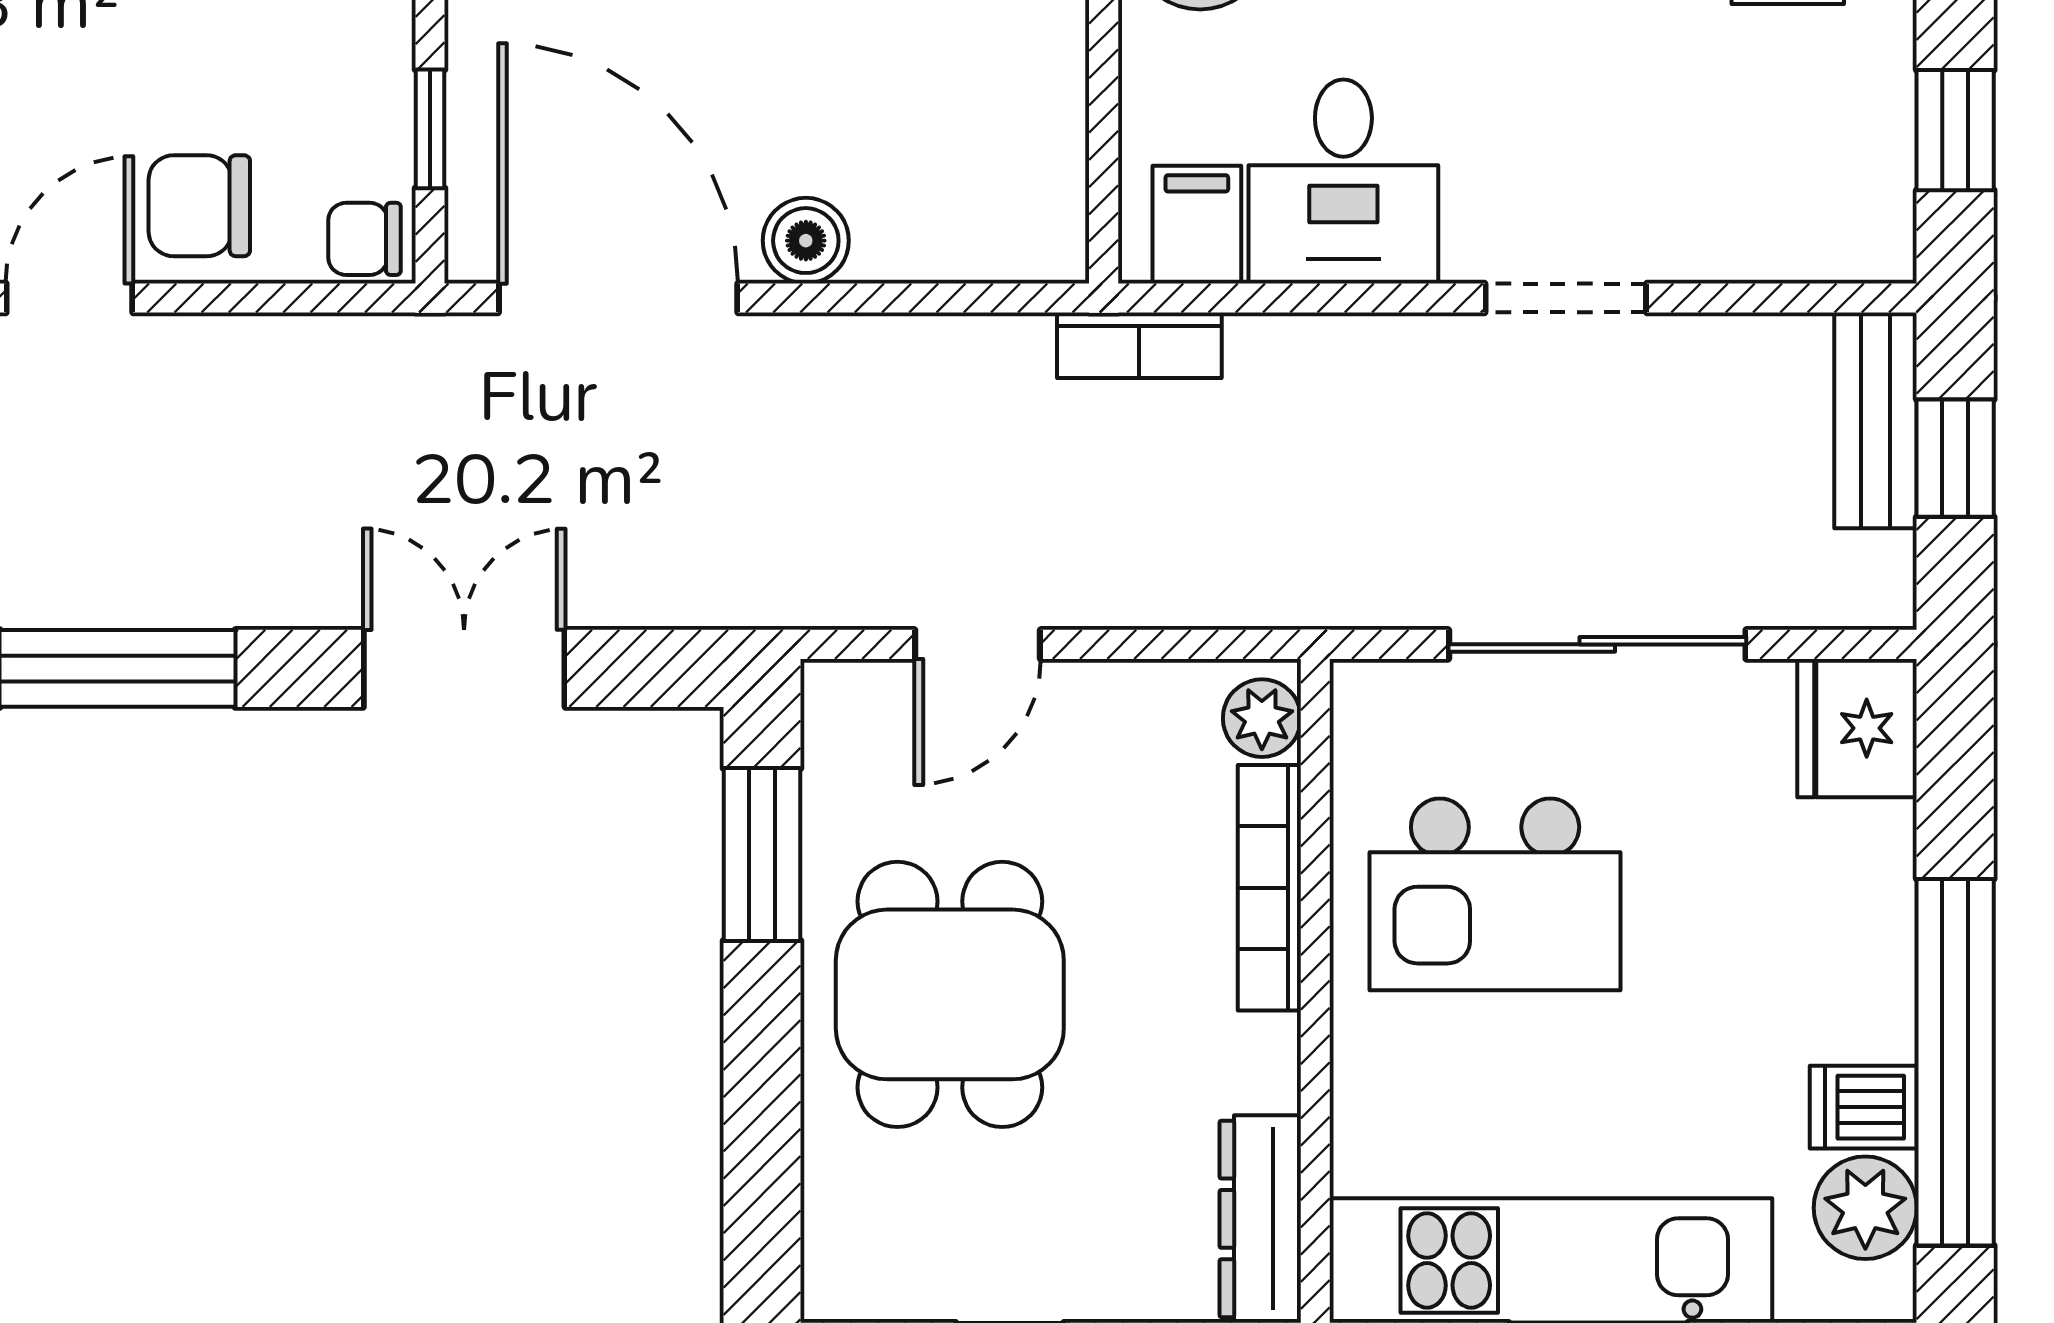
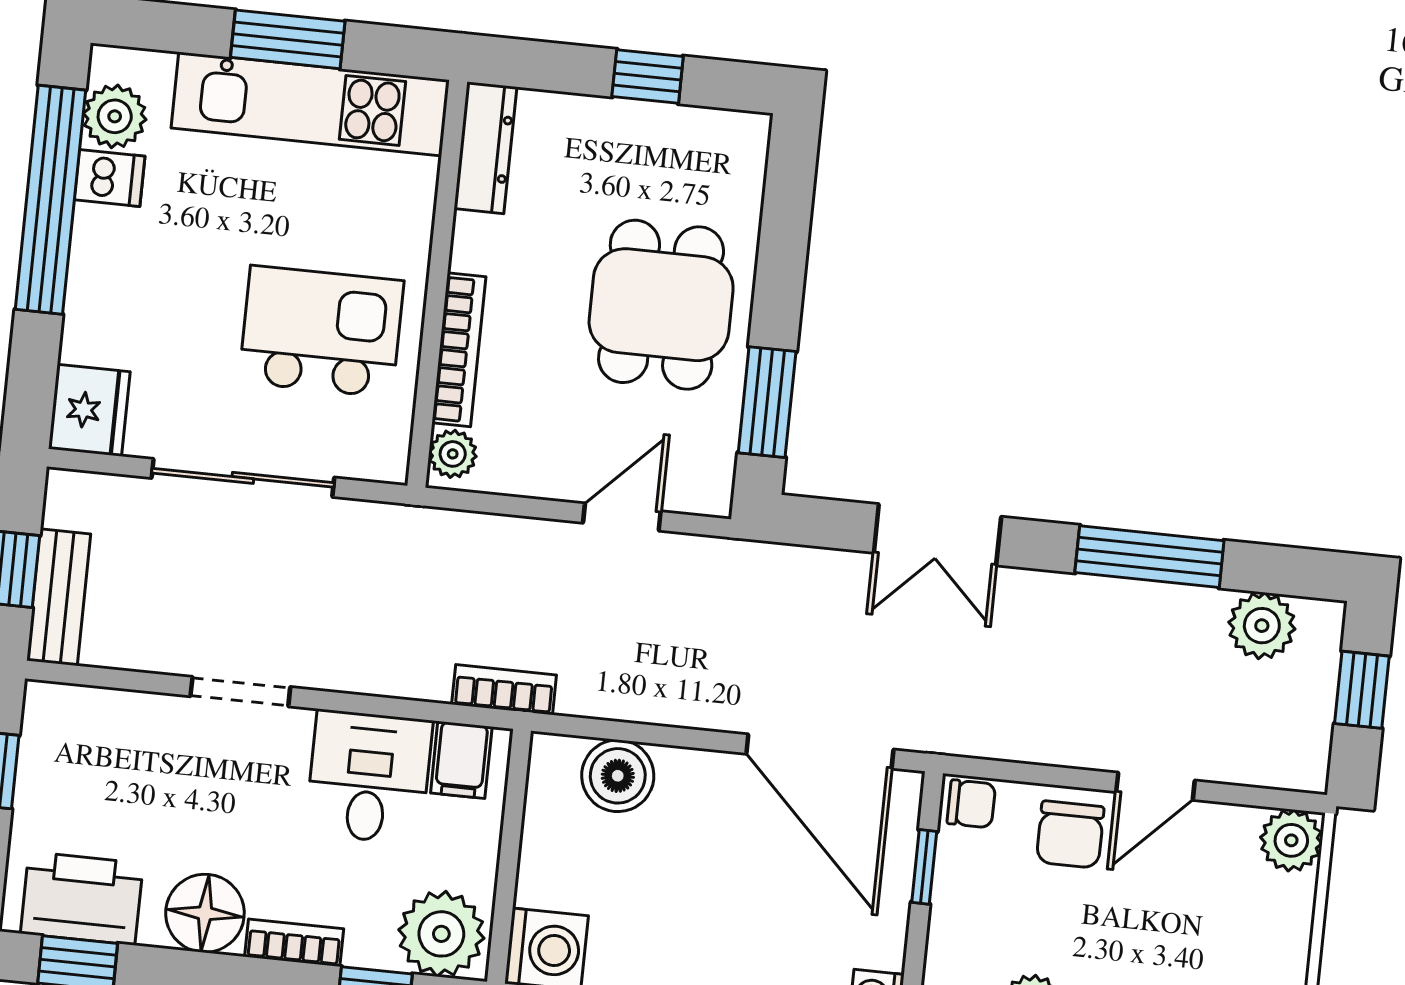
chair: (199, 206) -> (1070, 834), turned 90
boiler: (806, 241) -> (618, 776), moved, width x1.36, depth x1.36

